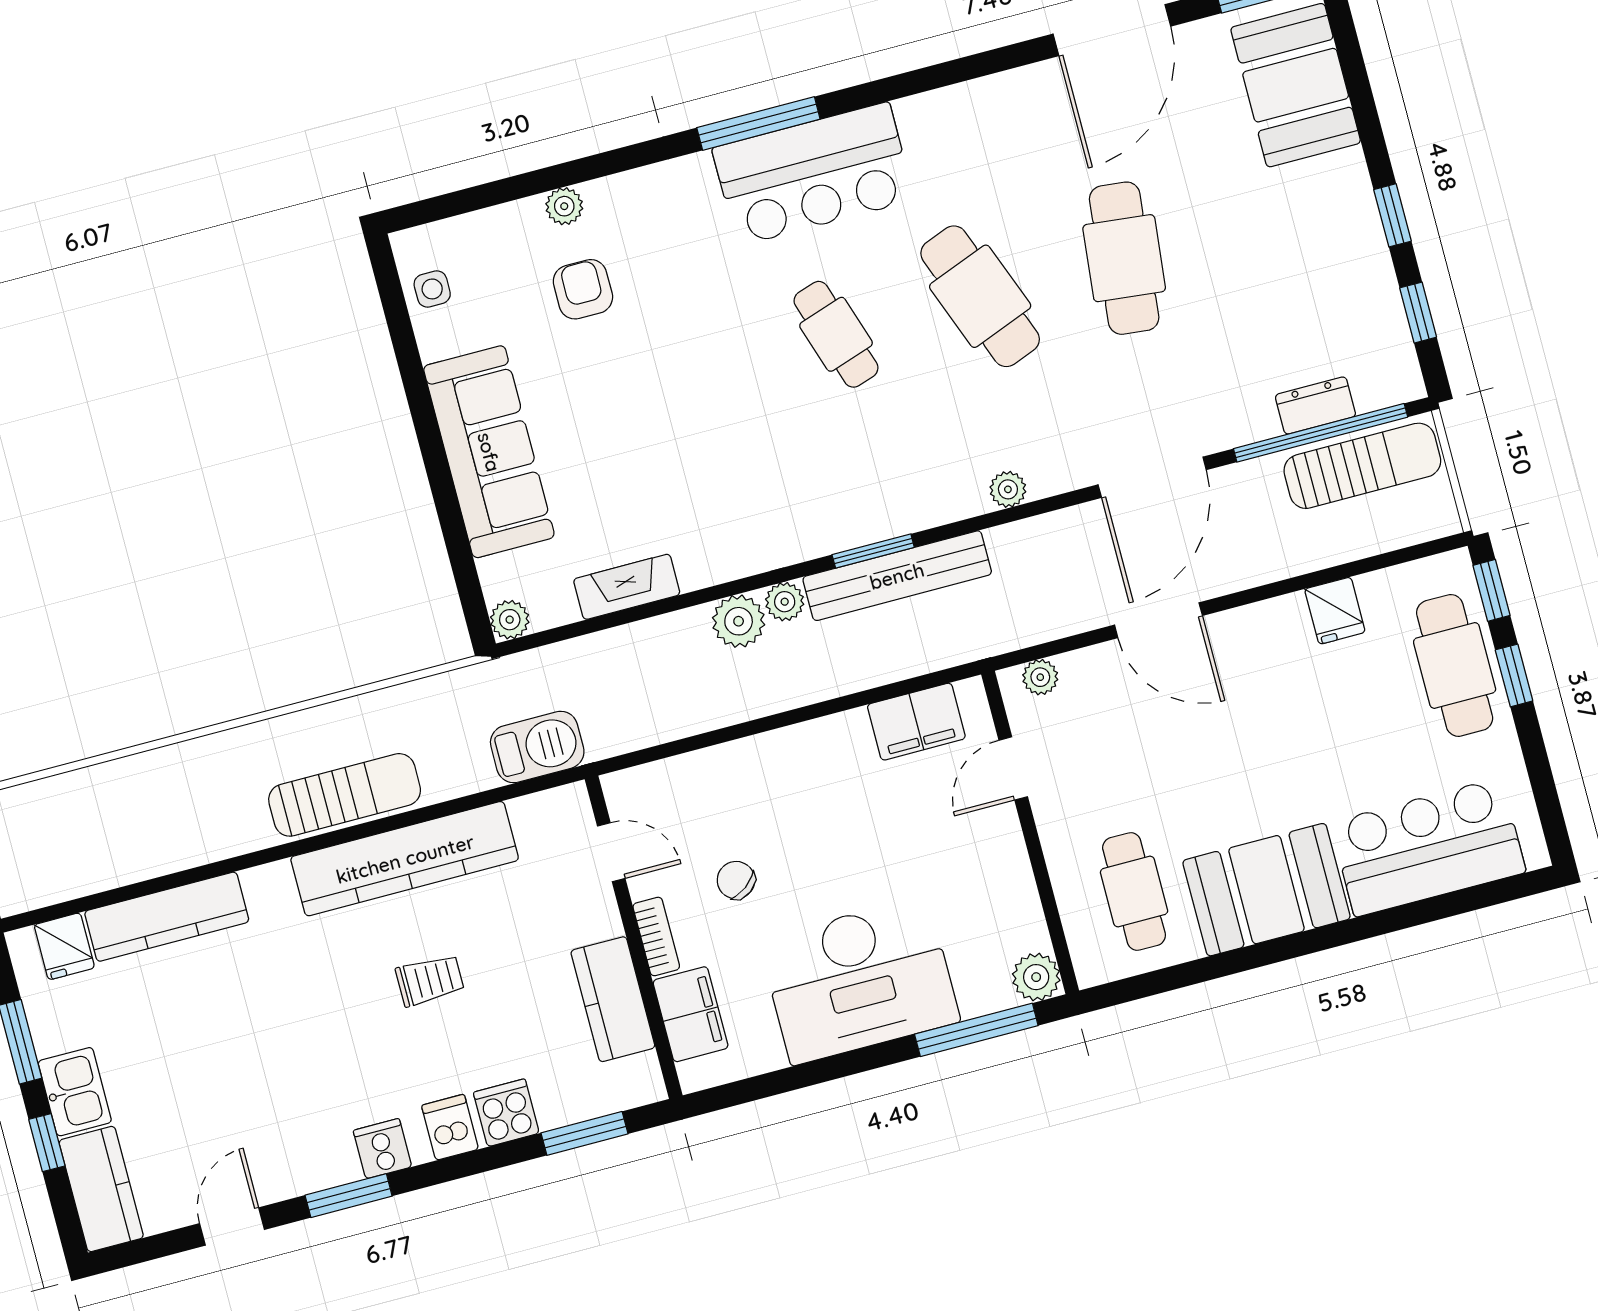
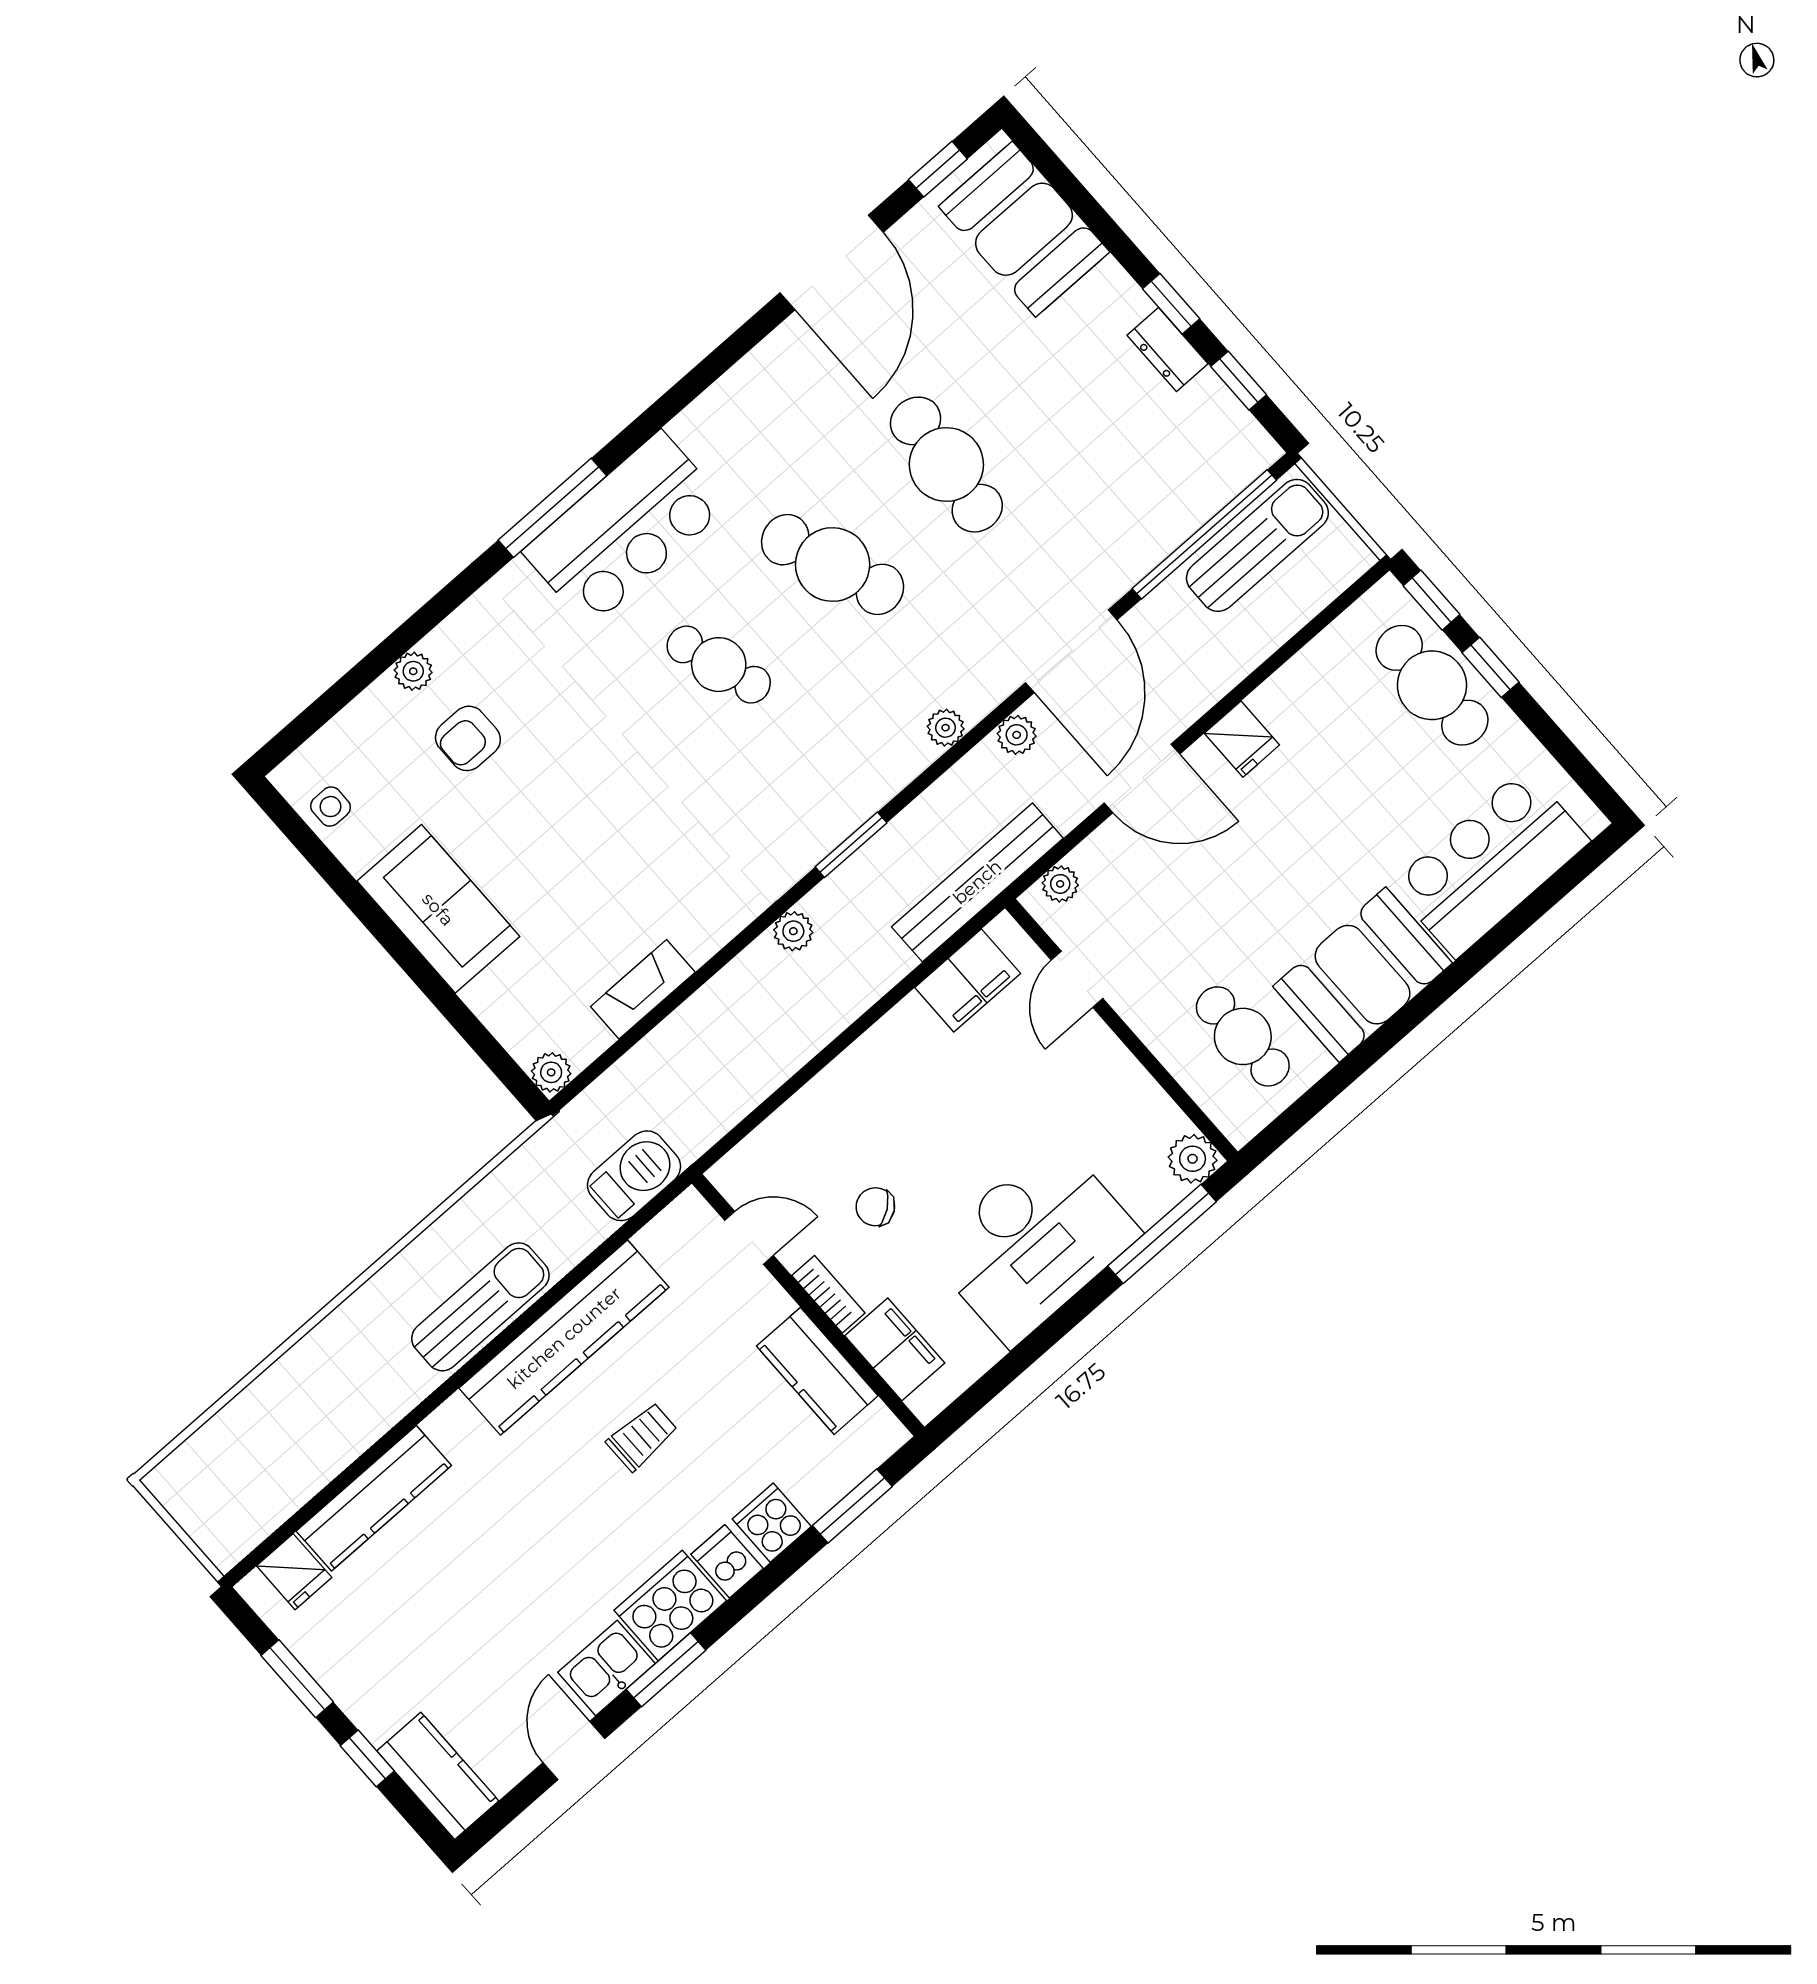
armchair: (583, 289) -> (468, 738), turned -90
dresser: (1315, 405) -> (1167, 349), moved, turned -90
sofa: (489, 452) -> (438, 909), width x0.73
bench: (897, 576) -> (977, 882), moved
fridge: (1335, 611) -> (1242, 739), moved
plant: (739, 621) -> (1017, 735), moved, width x0.73, depth x0.73
kitchen sink: (75, 1092) -> (606, 1668), moved, turned -90
cooker: (383, 1149) -> (670, 1606), width x1.87, depth x1.31

